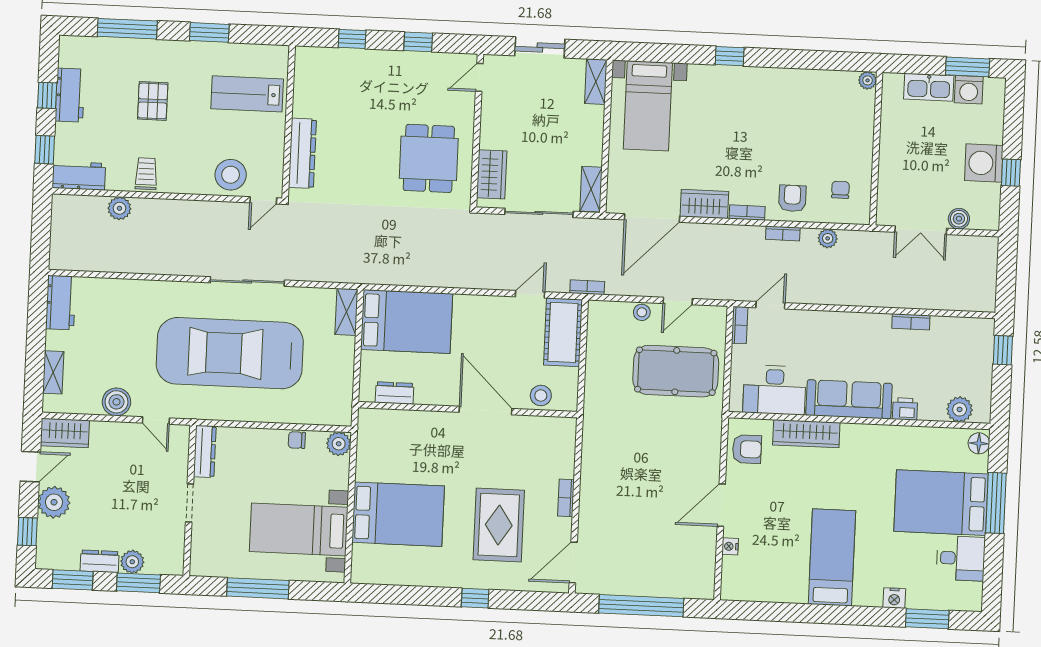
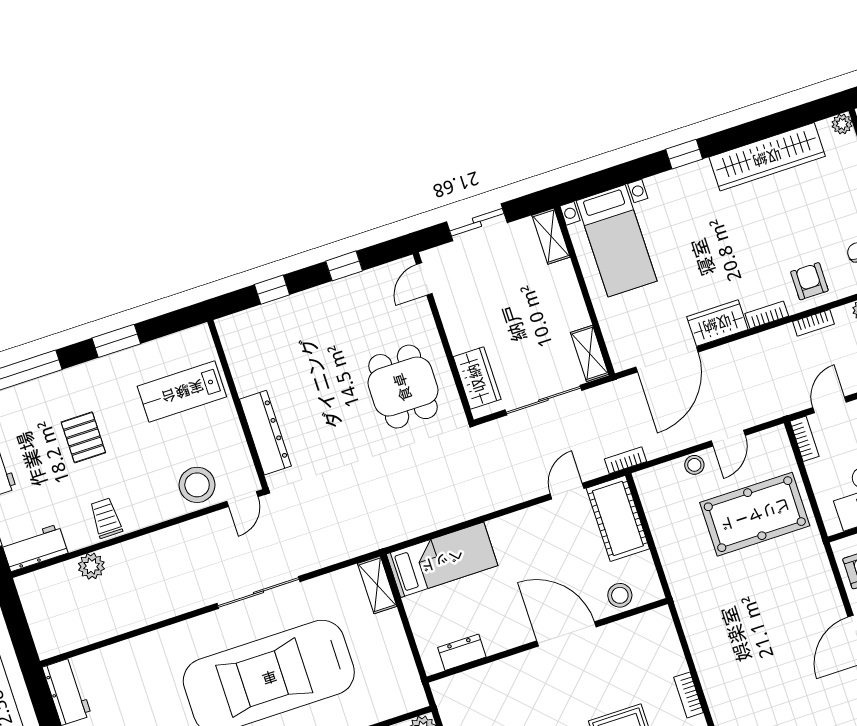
wardrobe: (796, 84) -> (767, 157), added
bed: (407, 322) -> (442, 560), width x0.67

